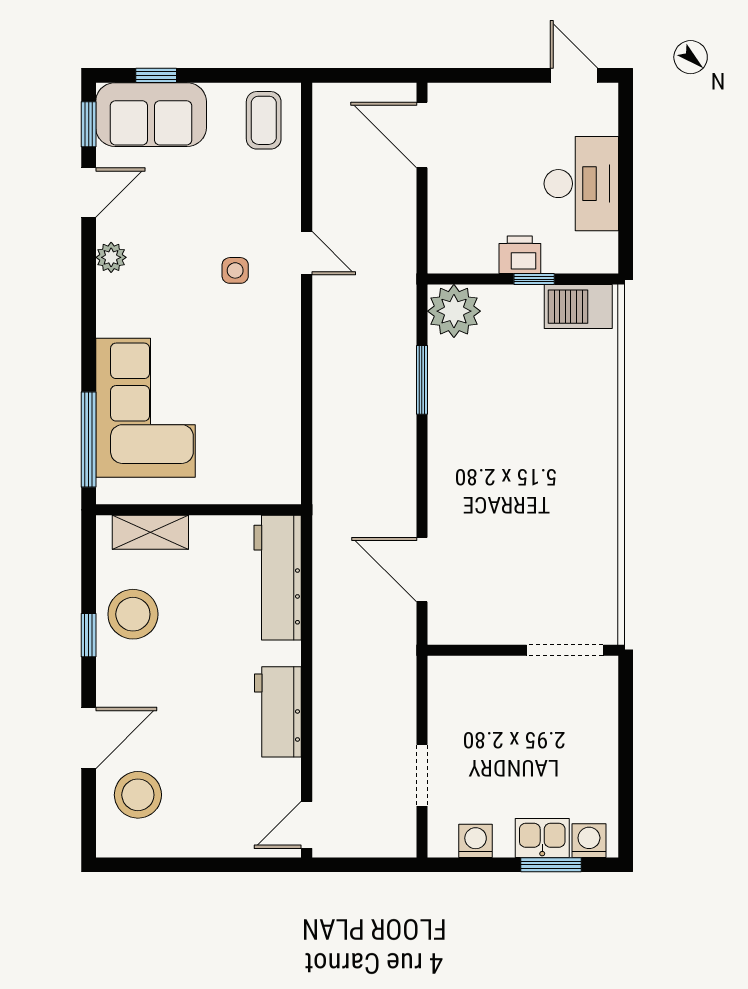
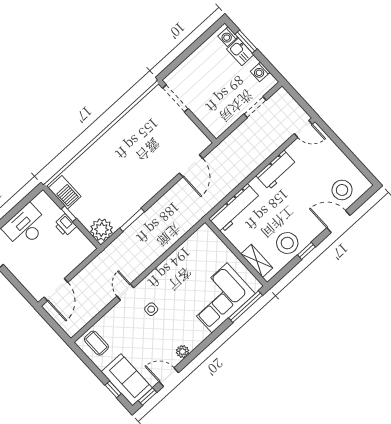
coffee table: (264, 120) -> (96, 343), turned 90

